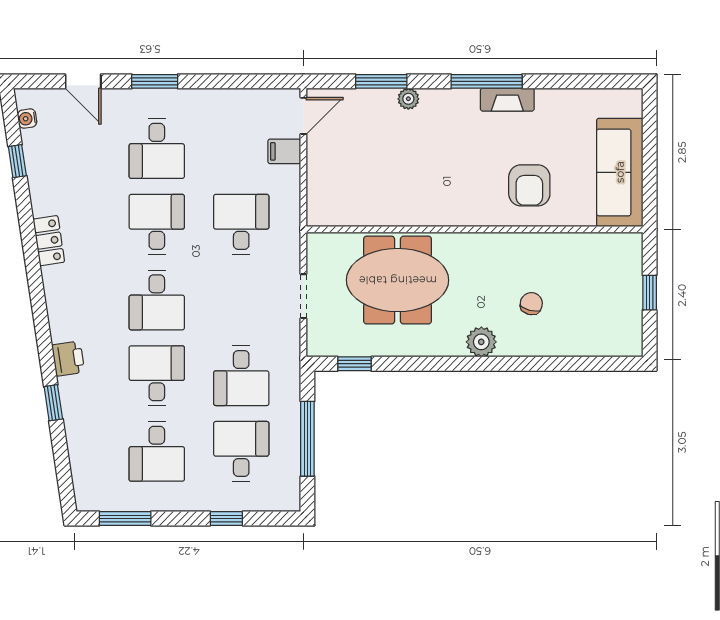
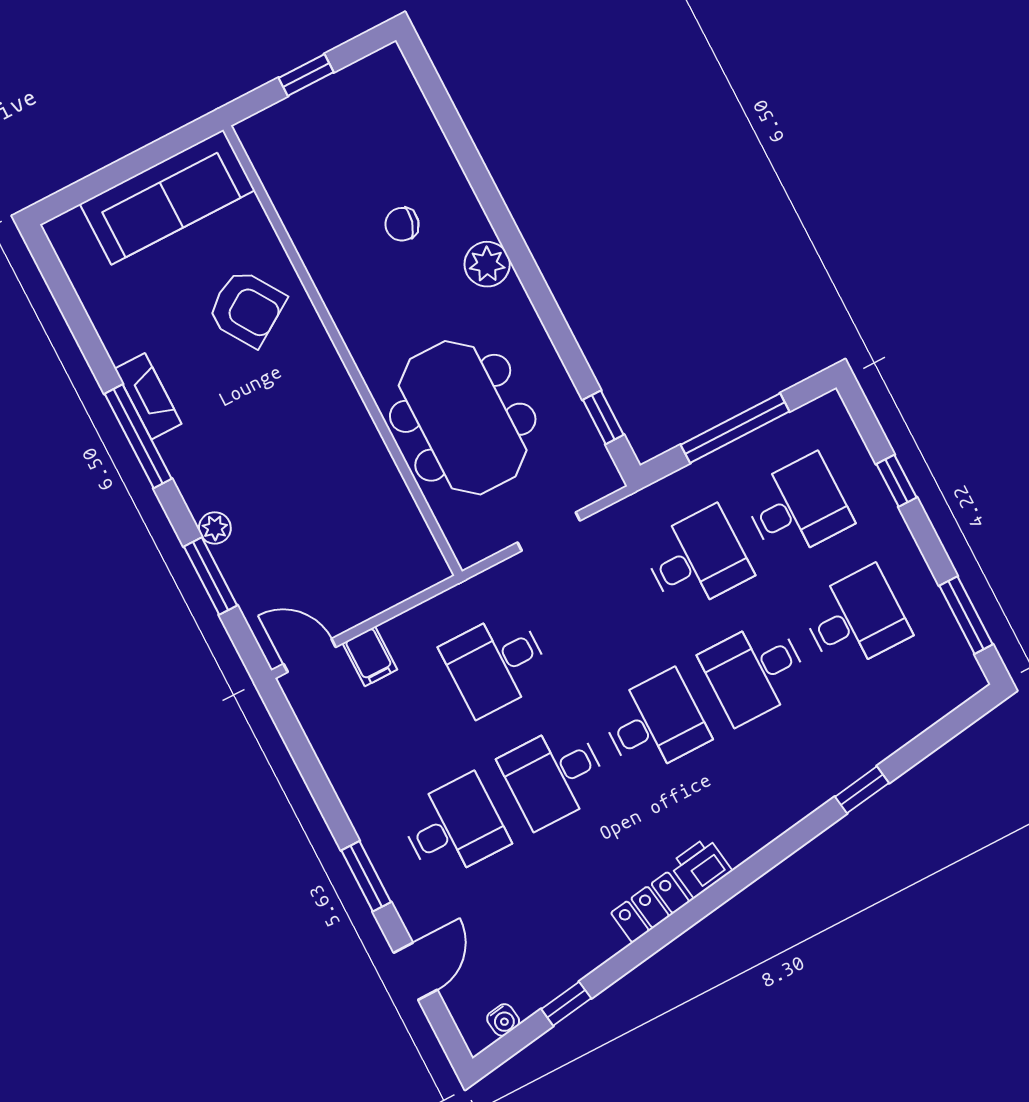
armchair: (529, 185) -> (247, 308), turned 57
printer: (68, 359) -> (701, 867), moved
desk: (241, 451) -> (797, 507), turned 180

